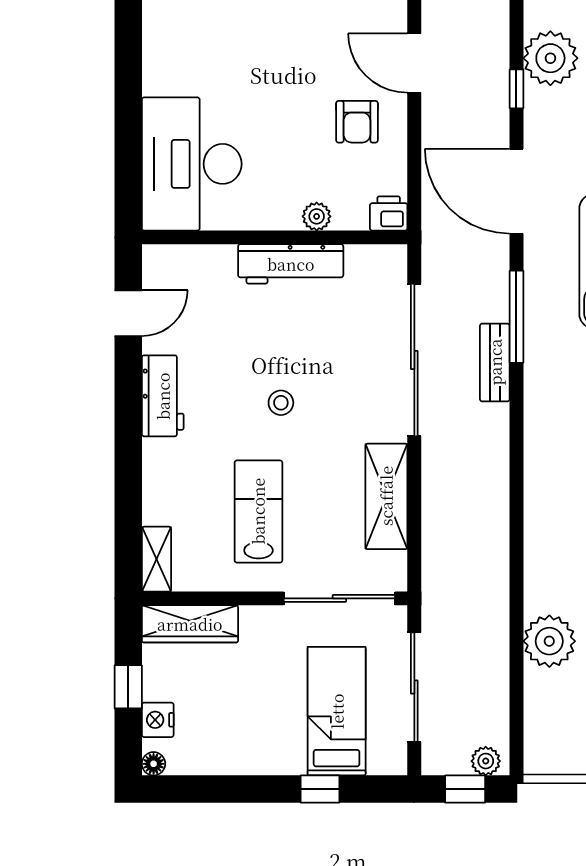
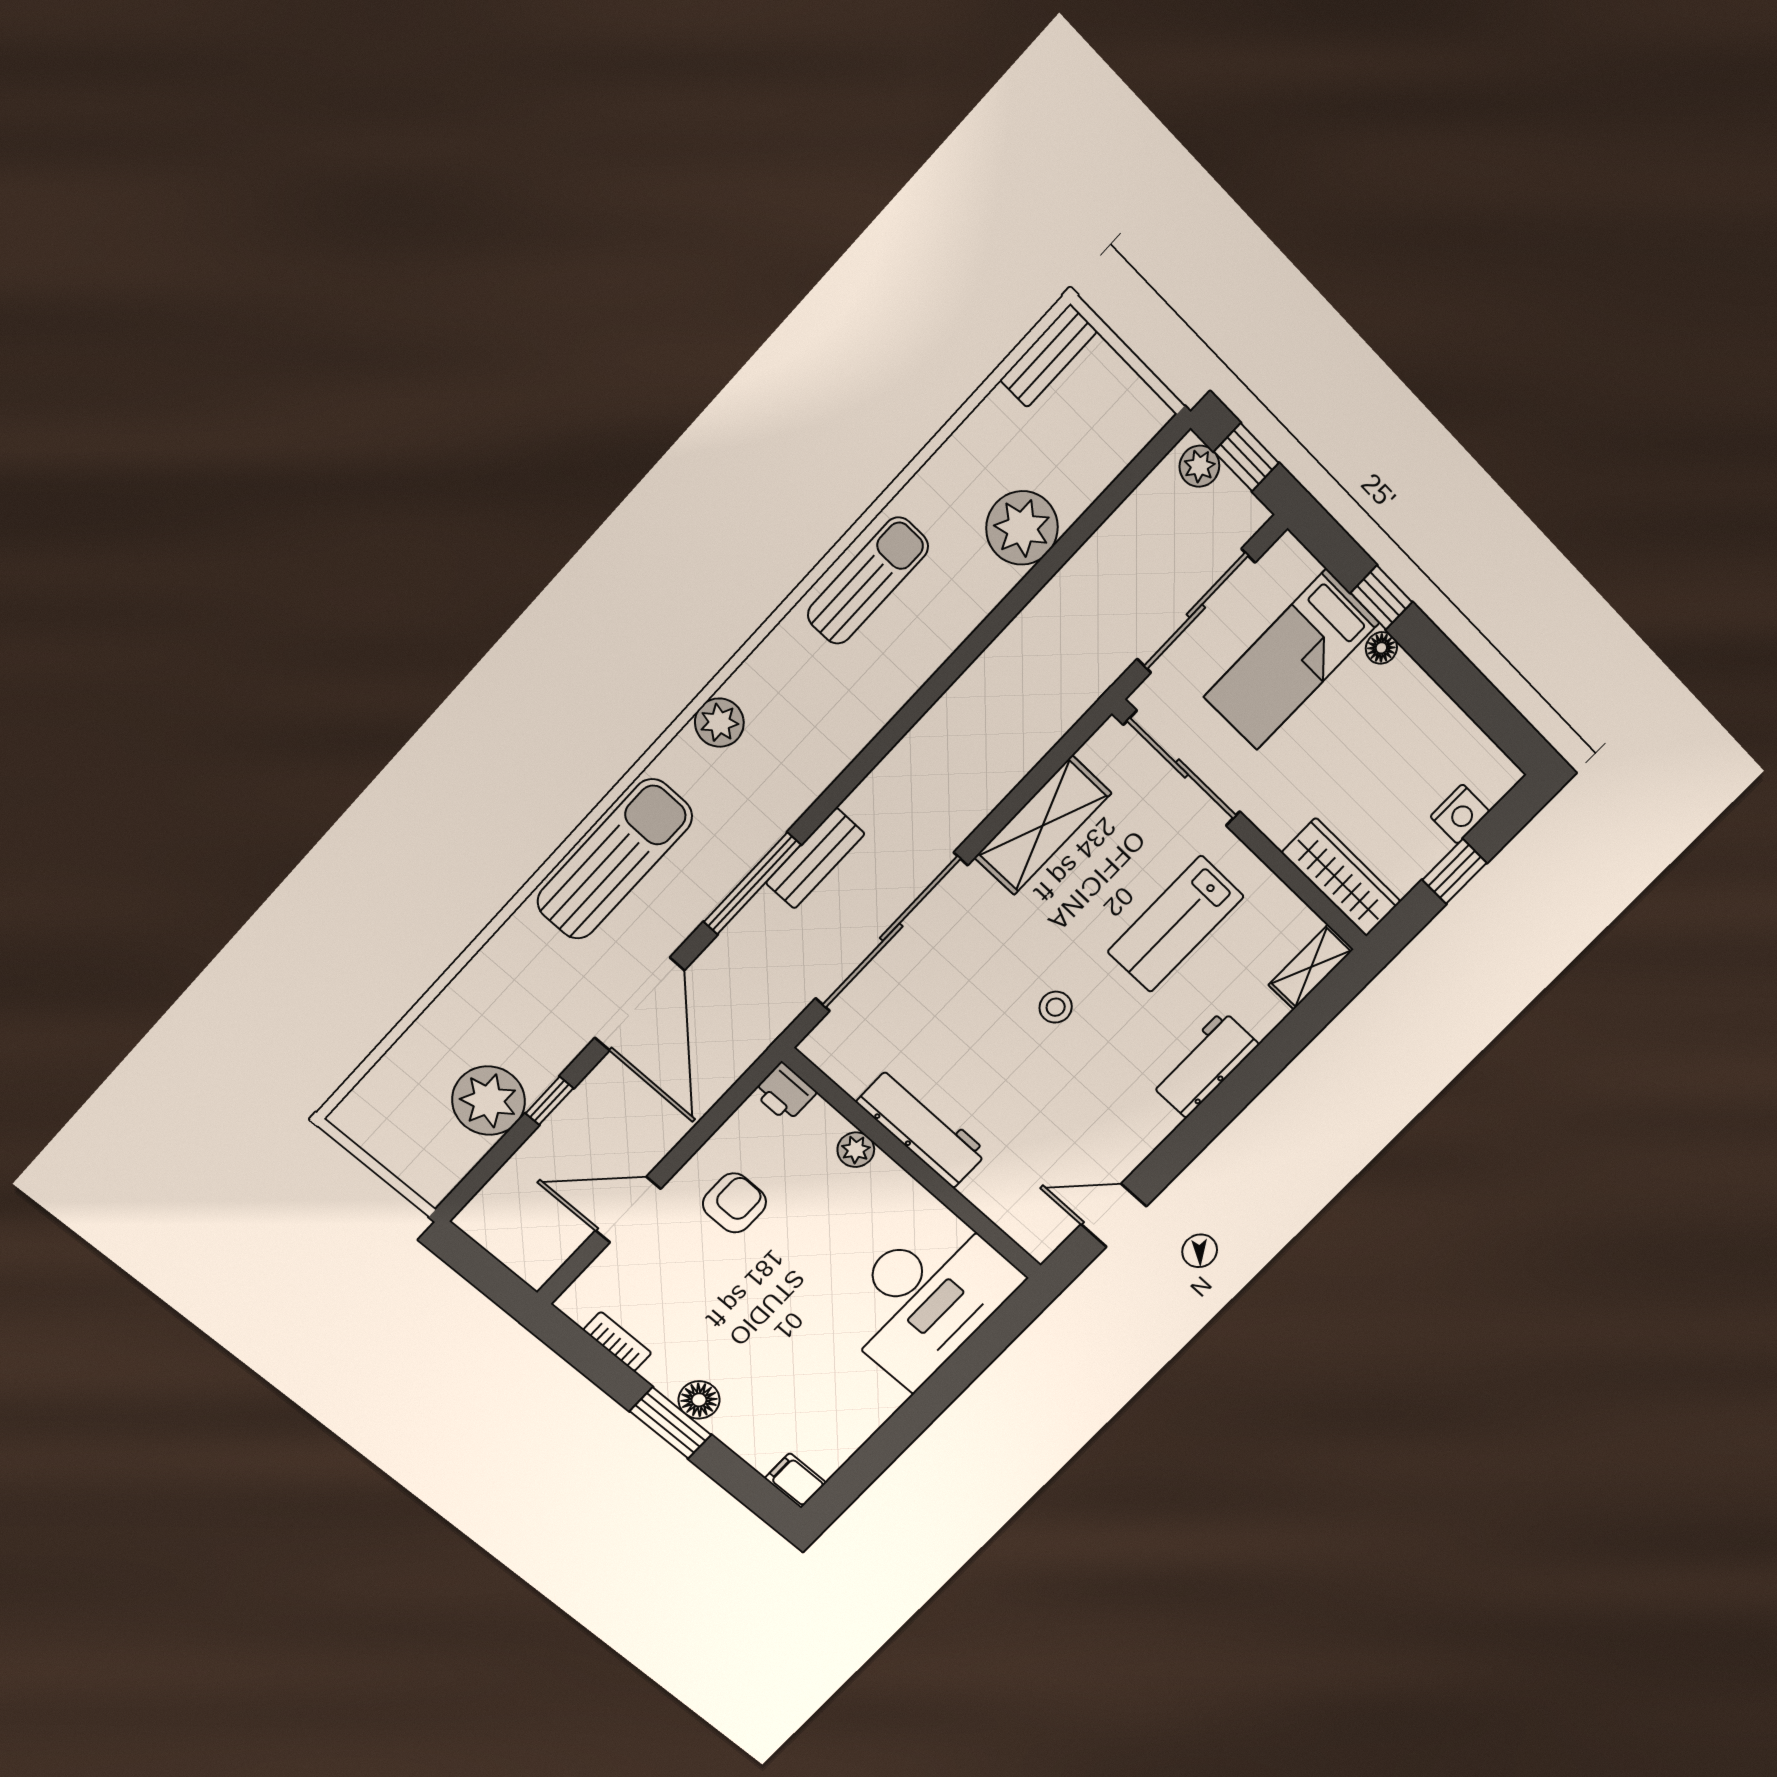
door: (414, 63) -> (628, 1210), swing flipped
workbench: (163, 396) -> (1204, 1064), moved
floor lamp: (154, 764) -> (1381, 648), moved

